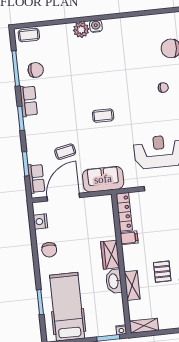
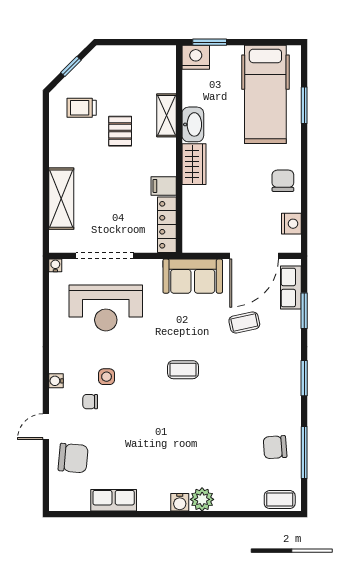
row of seats: (29, 101) -> (114, 500), moved, turned 90
side table: (154, 105) -> (107, 377), added
shelving: (144, 326) -> (155, 54), removed
nightstand: (121, 330) -> (196, 57), width x1.89, depth x1.79

